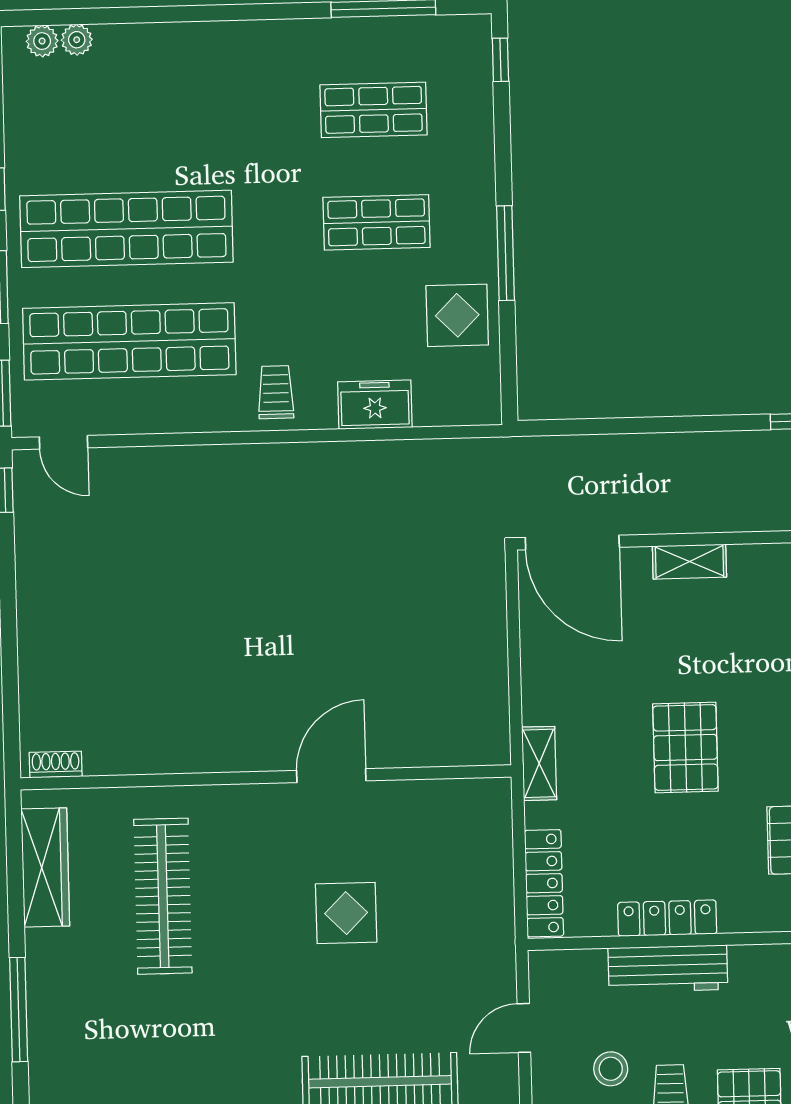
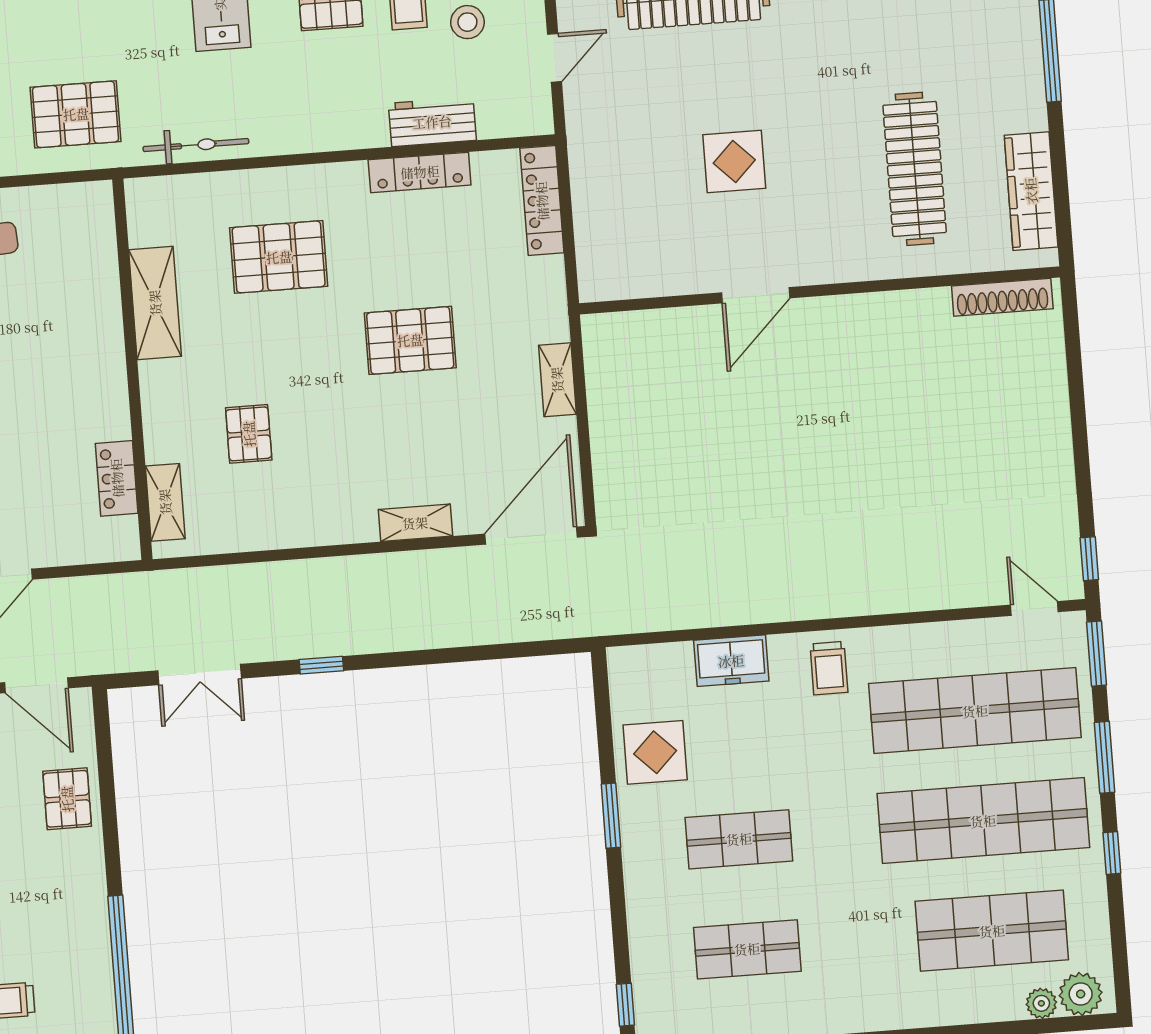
plant: (42, 41) -> (1081, 994), width x1.38, depth x1.38
shop shelf: (123, 116) -> (992, 931), added
window: (505, 253) -> (611, 816), width x0.69
door: (572, 542) -> (531, 536), hinge flipped
pallet: (685, 747) -> (410, 340), turned 90
shelving: (539, 763) -> (557, 380), moved
shoe rack: (56, 764) -> (1002, 297), width x1.94, depth x1.24
workbench: (668, 969) -> (432, 122), width x0.73

